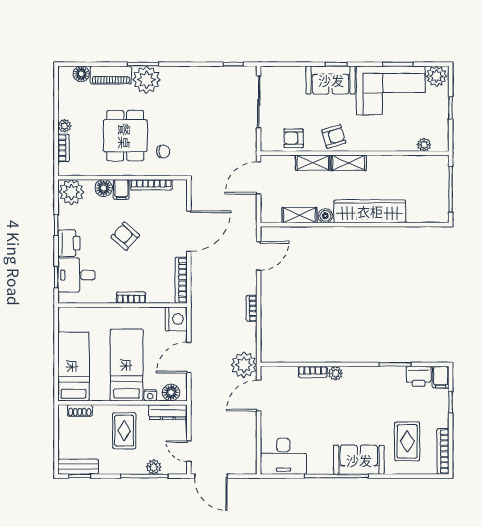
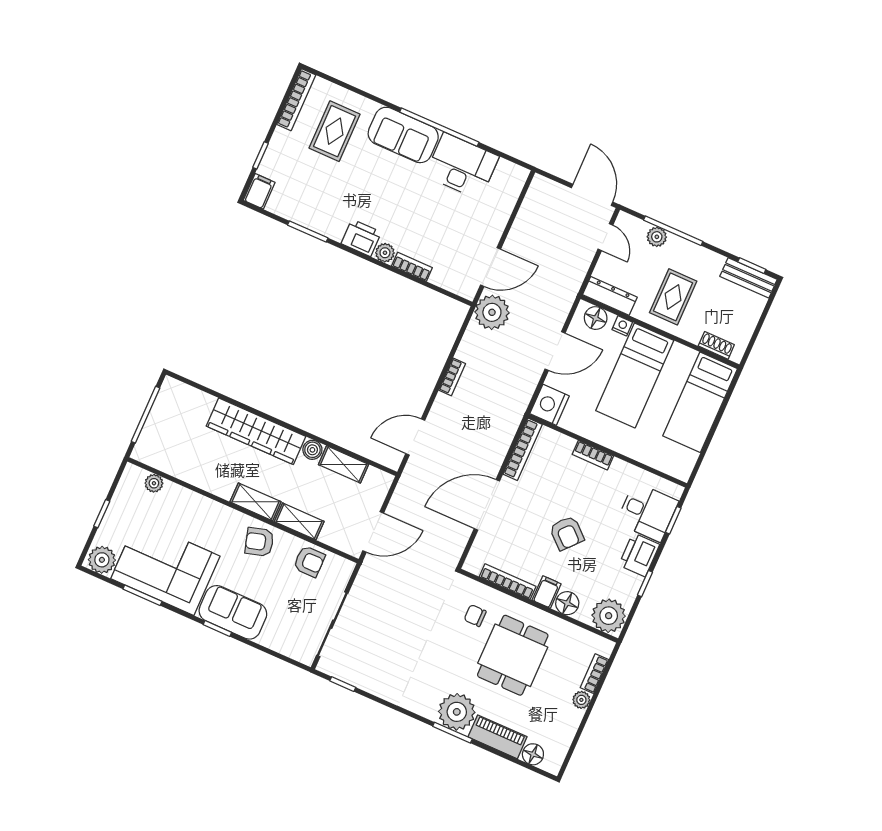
printer: (419, 376) -> (361, 238), moved
desk: (283, 456) -> (462, 166), moved

